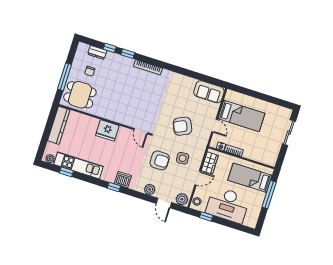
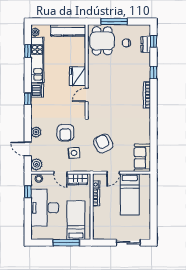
window: (110, 48) -> (154, 41), moved
door: (141, 131) -> (87, 95), moved
dishwasher: (123, 180) -> (37, 90), moved
door: (164, 203) -> (28, 149), hinge flipped

